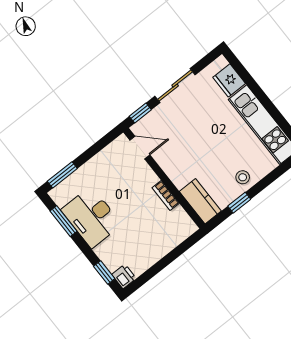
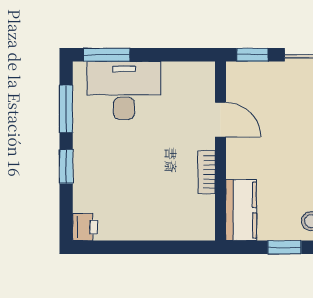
door: (140, 147) -> (220, 120), moved
desk: (91, 217) -> (124, 90), moved, turned 90
window: (104, 272) -> (66, 166), moved

